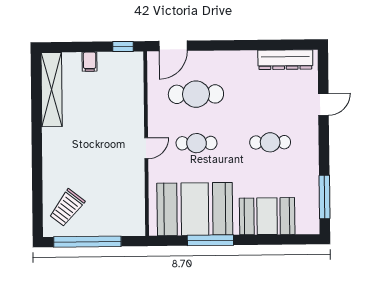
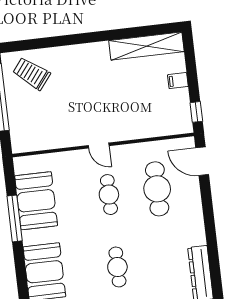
booth: (195, 209) -> (36, 201), width x0.73, depth x0.70

